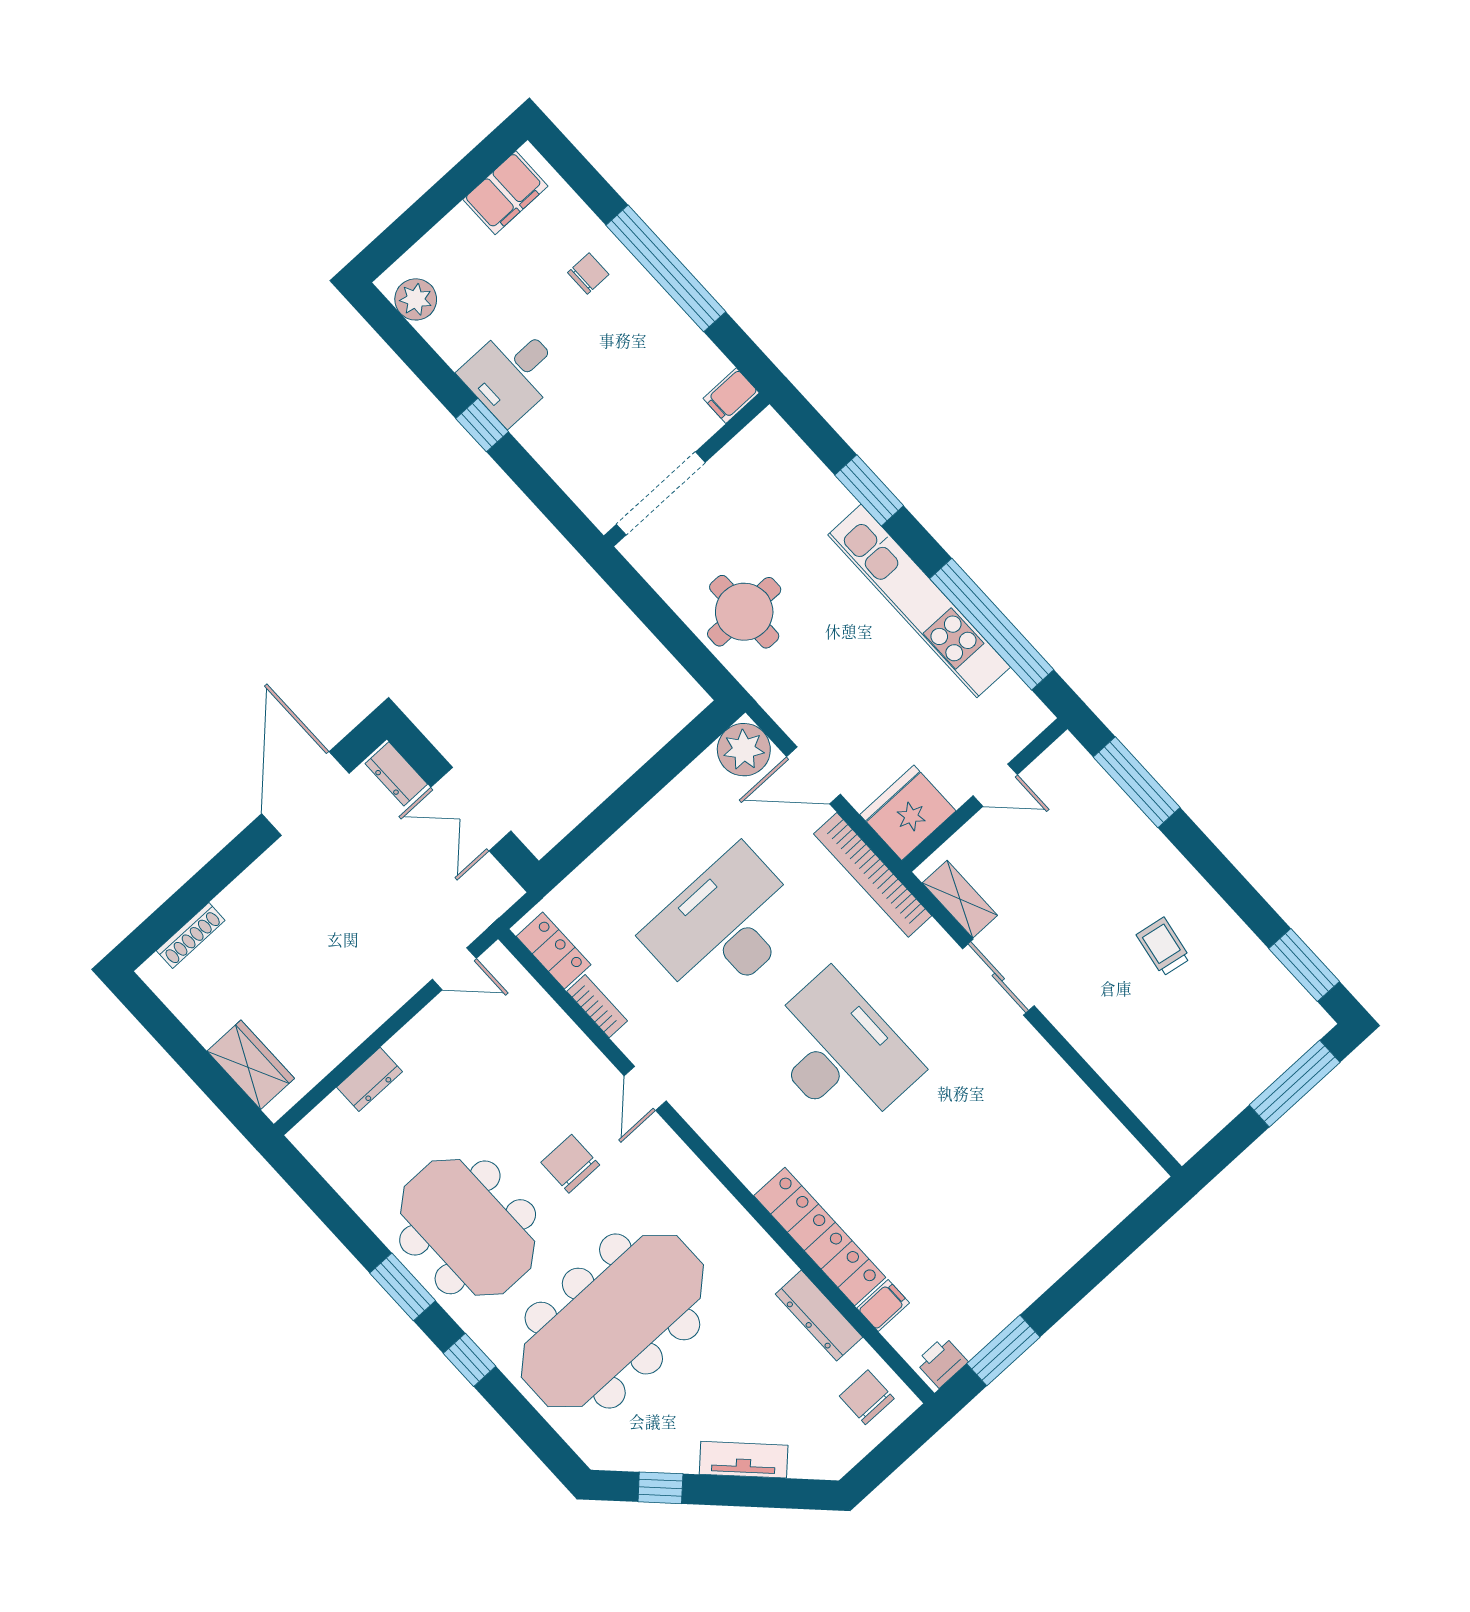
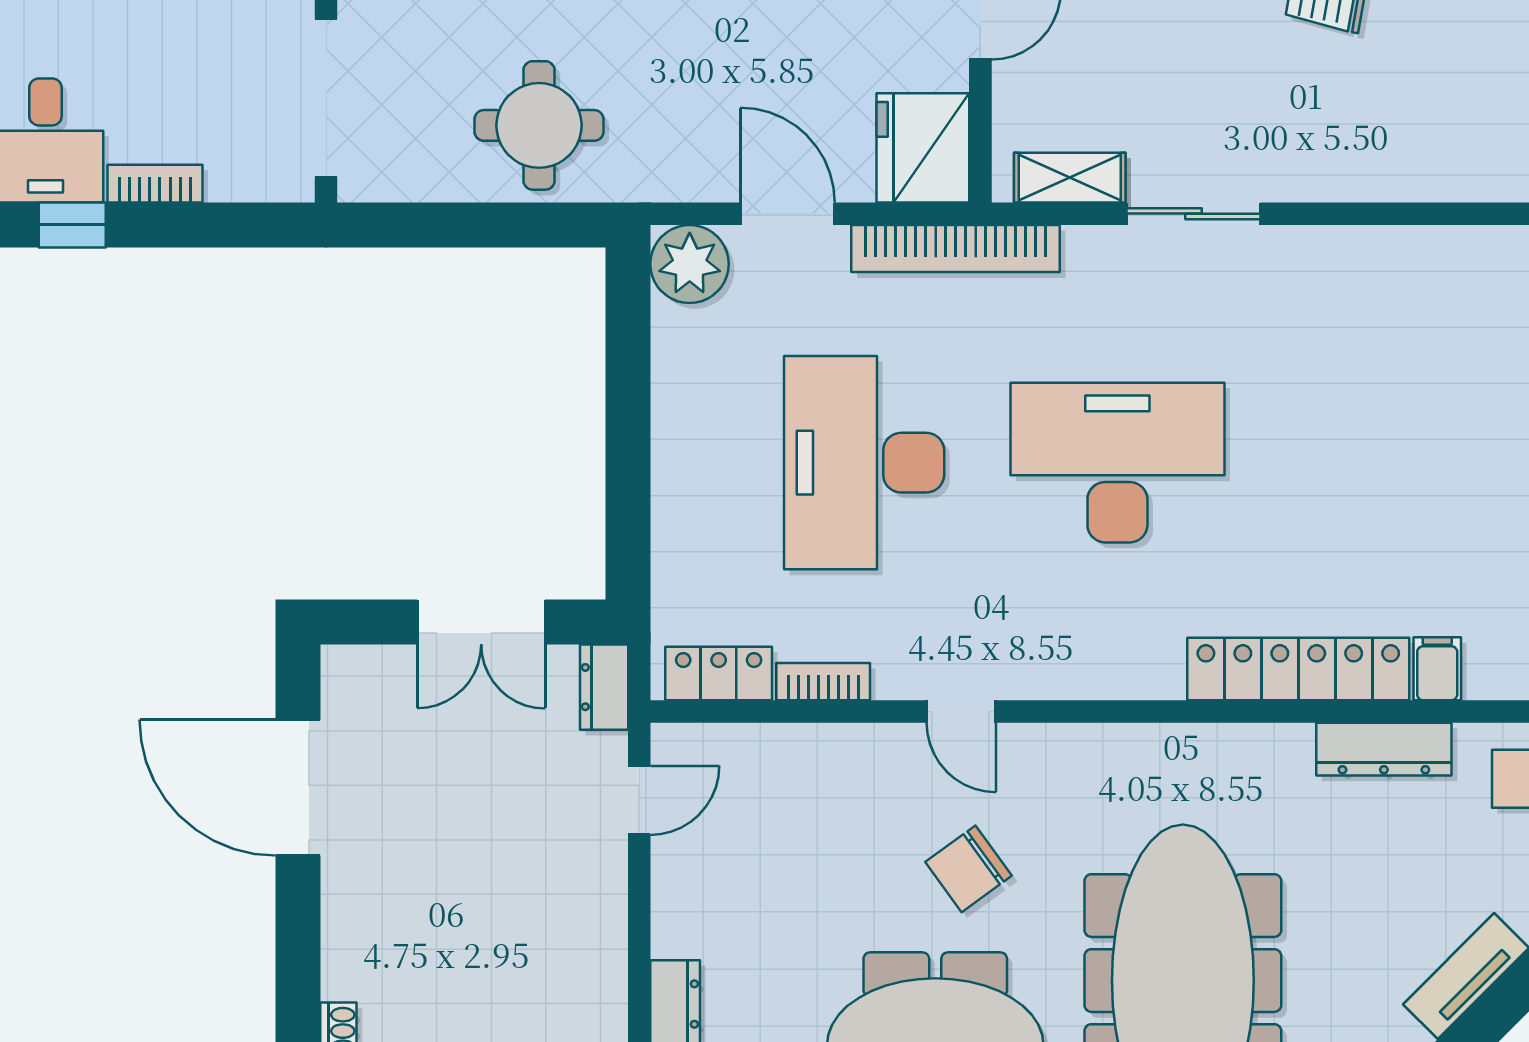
bookcase: (540, 447) -> (155, 184), added
dresser: (396, 774) -> (604, 687), moved, turned 90
door: (813, 775) -> (787, 214), swing flipped
chair: (570, 1164) -> (969, 869), turned -36

